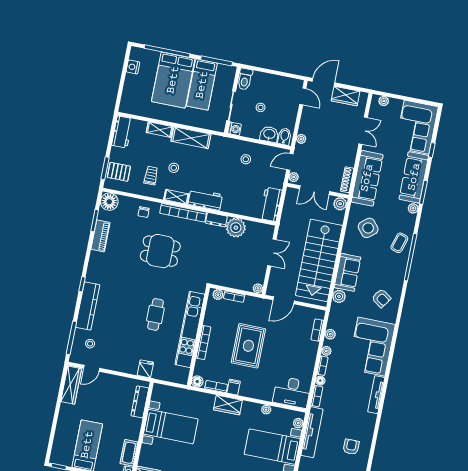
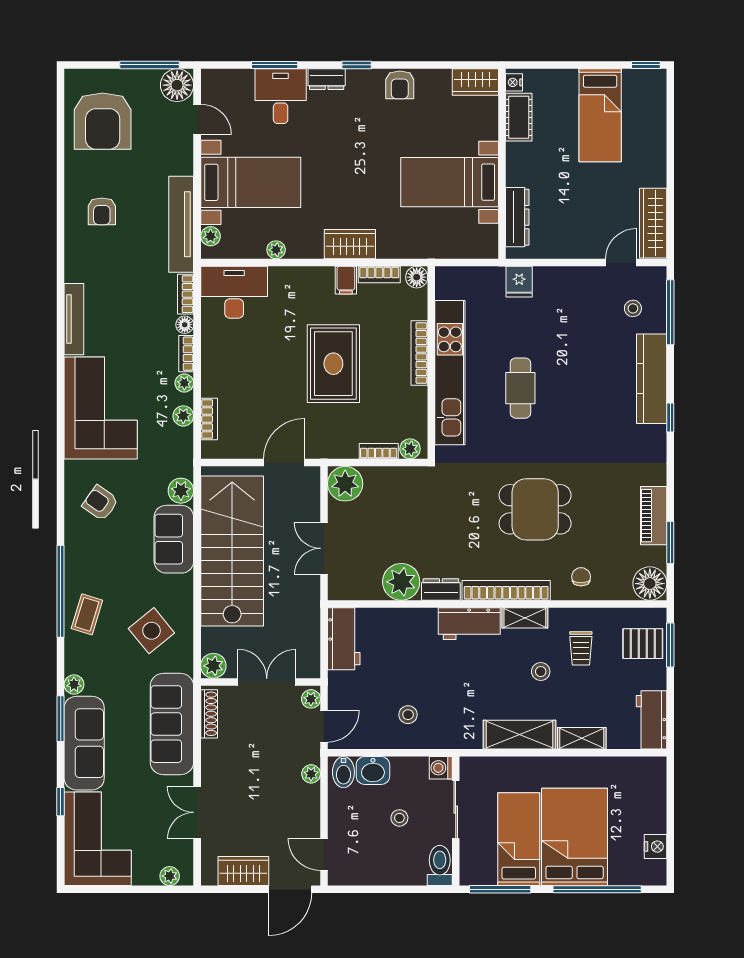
plant: (258, 288) -> (345, 484), width x1.88, depth x1.88

